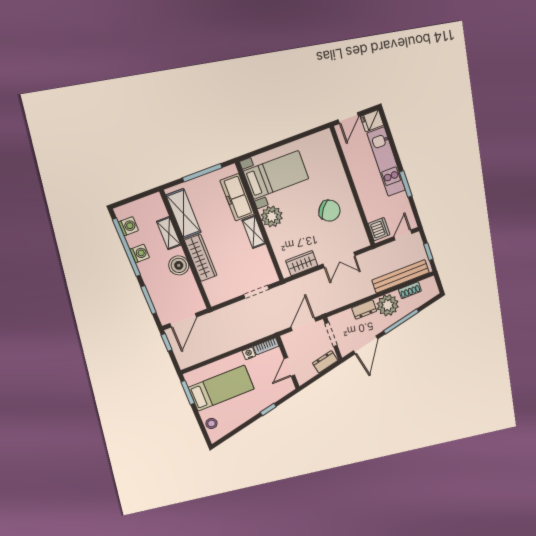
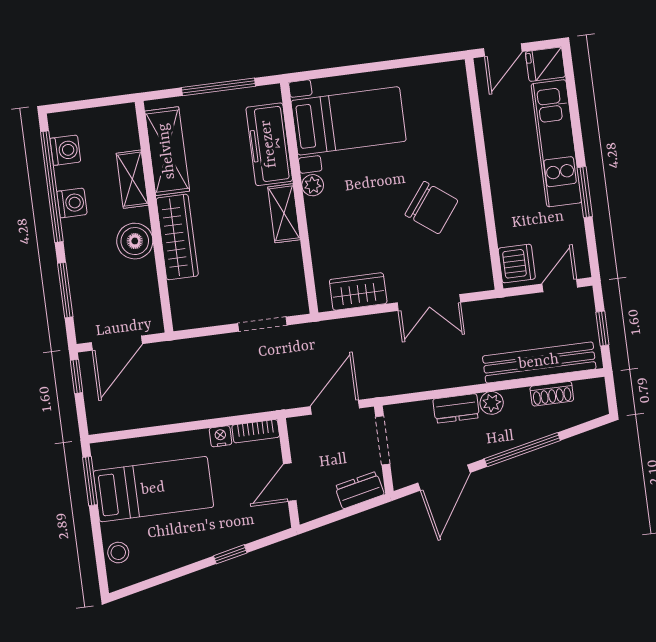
plant: (272, 217) -> (313, 185), width x0.53, depth x0.53
plant: (388, 305) -> (492, 403), width x0.53, depth x0.53

